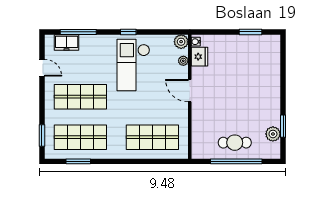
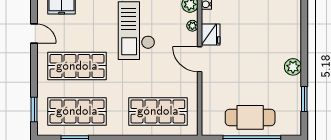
fridge: (199, 57) -> (211, 35), moved
plant: (273, 134) -> (293, 67), moved
cafe table: (235, 143) -> (250, 117), width x1.37, depth x1.35

